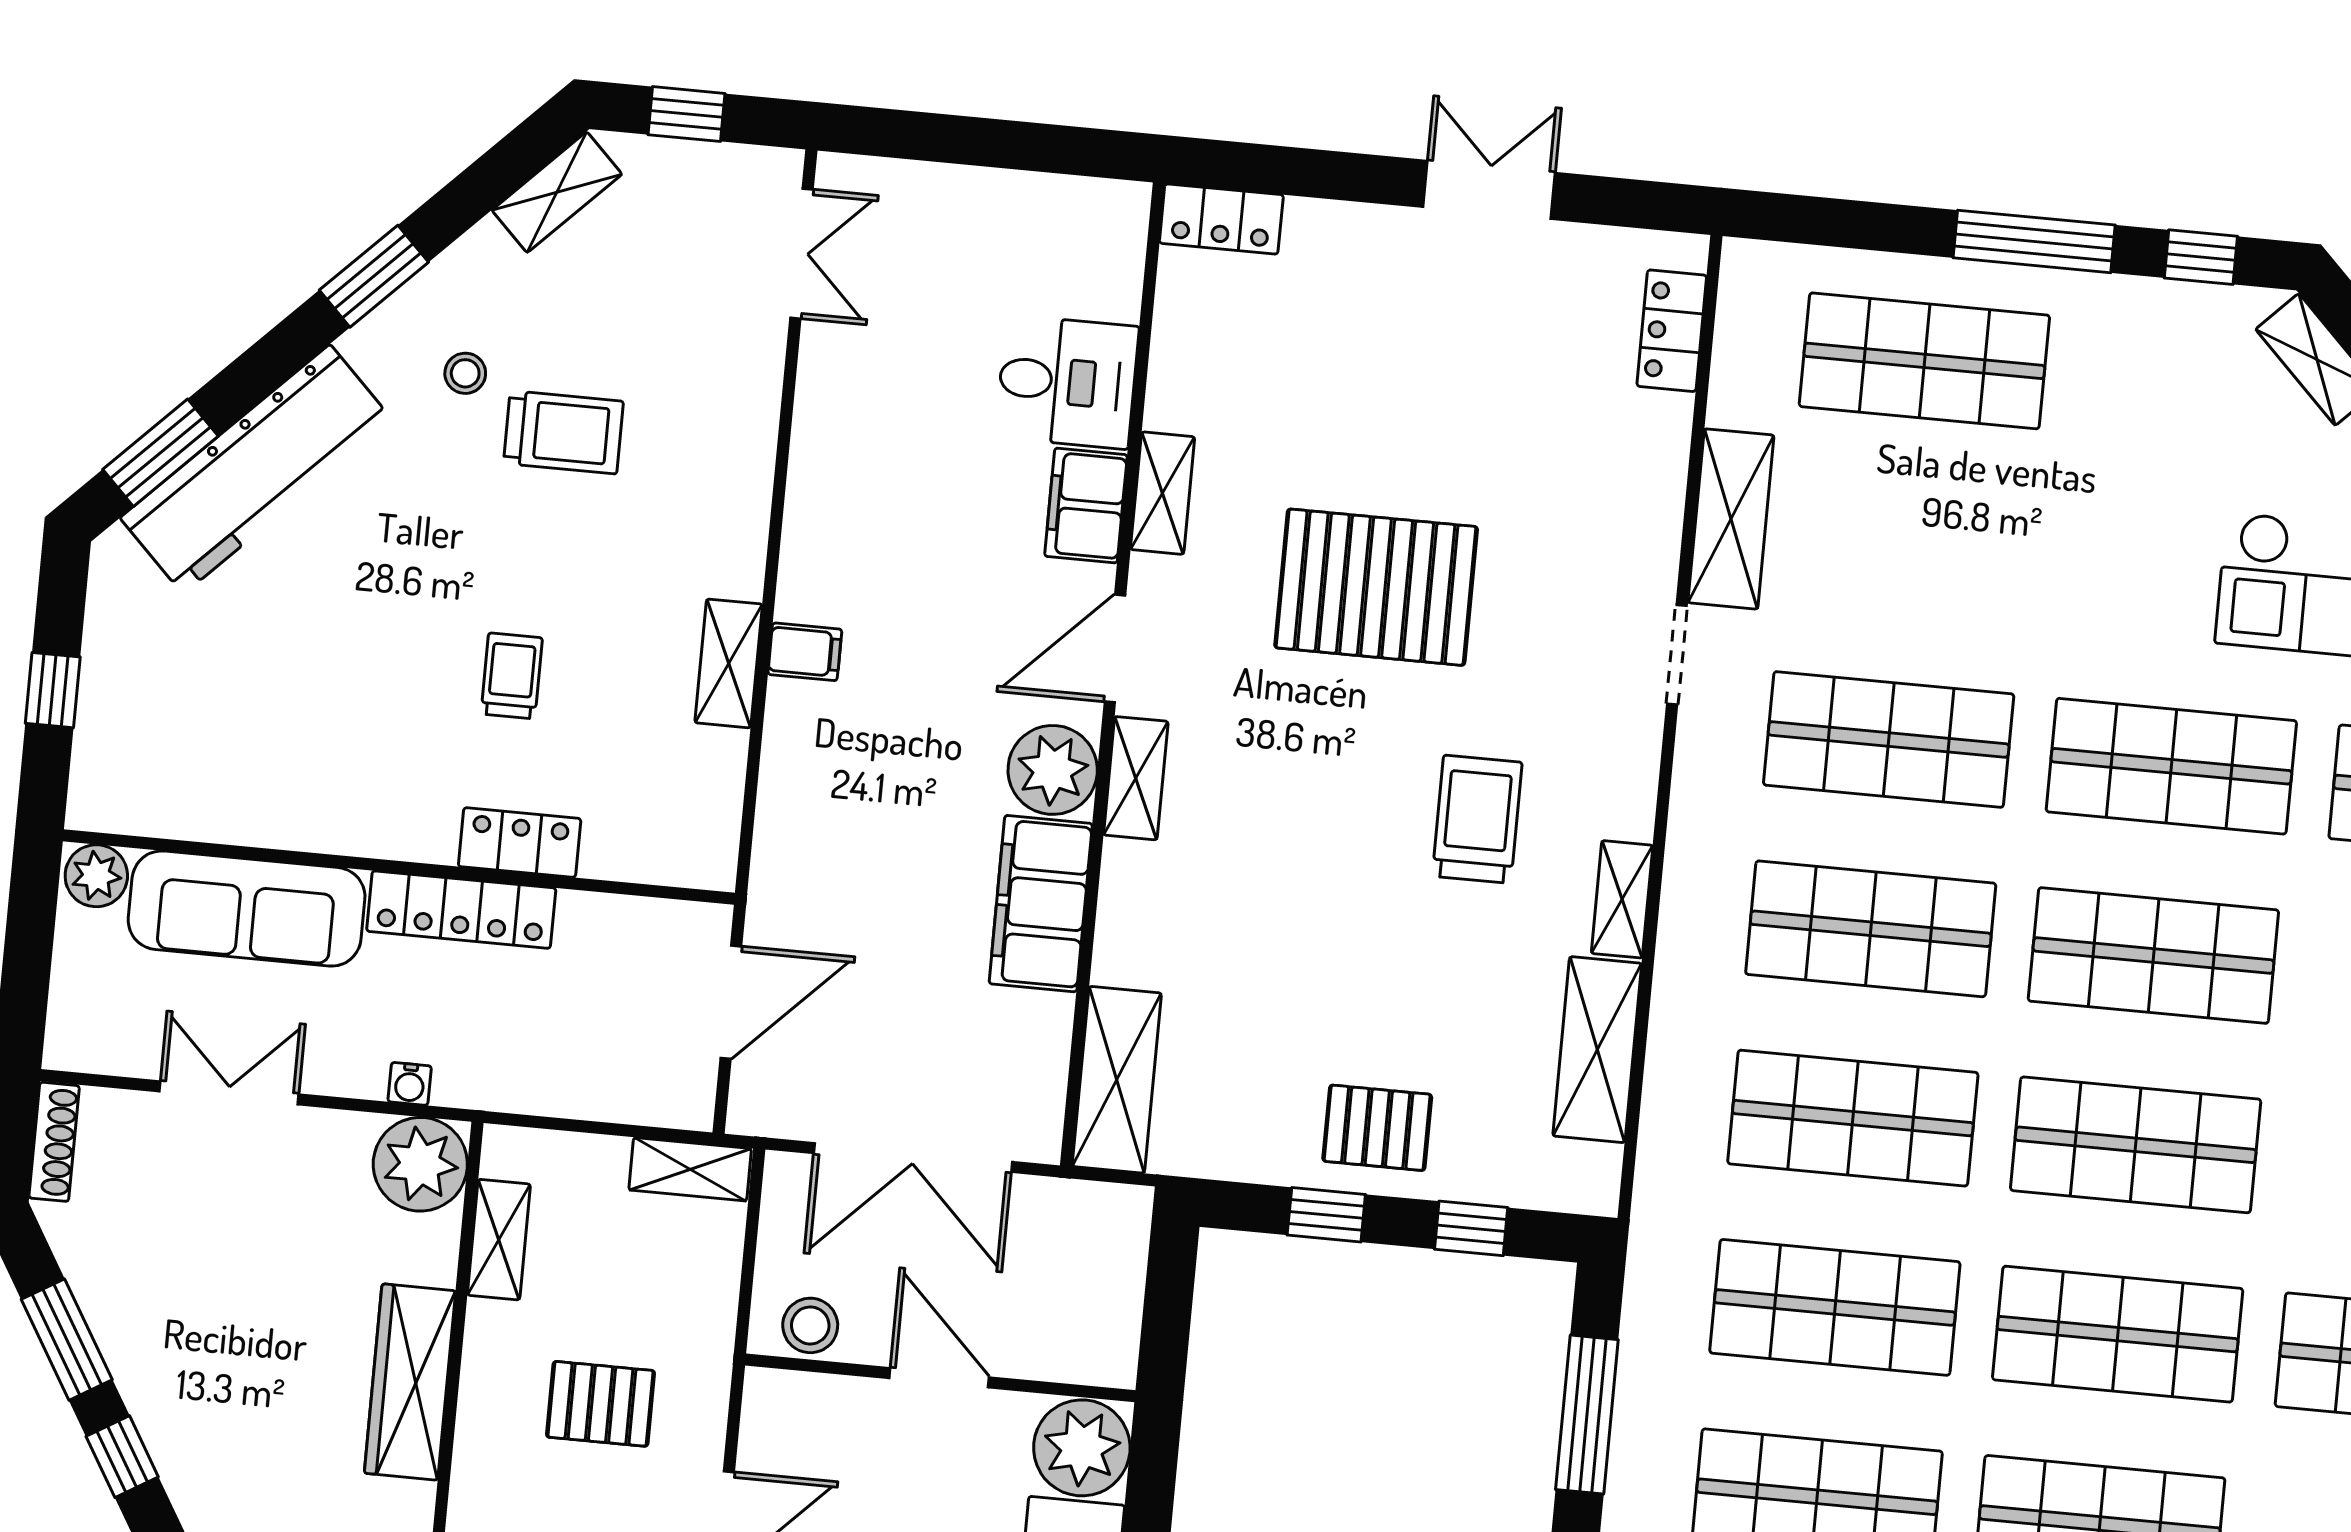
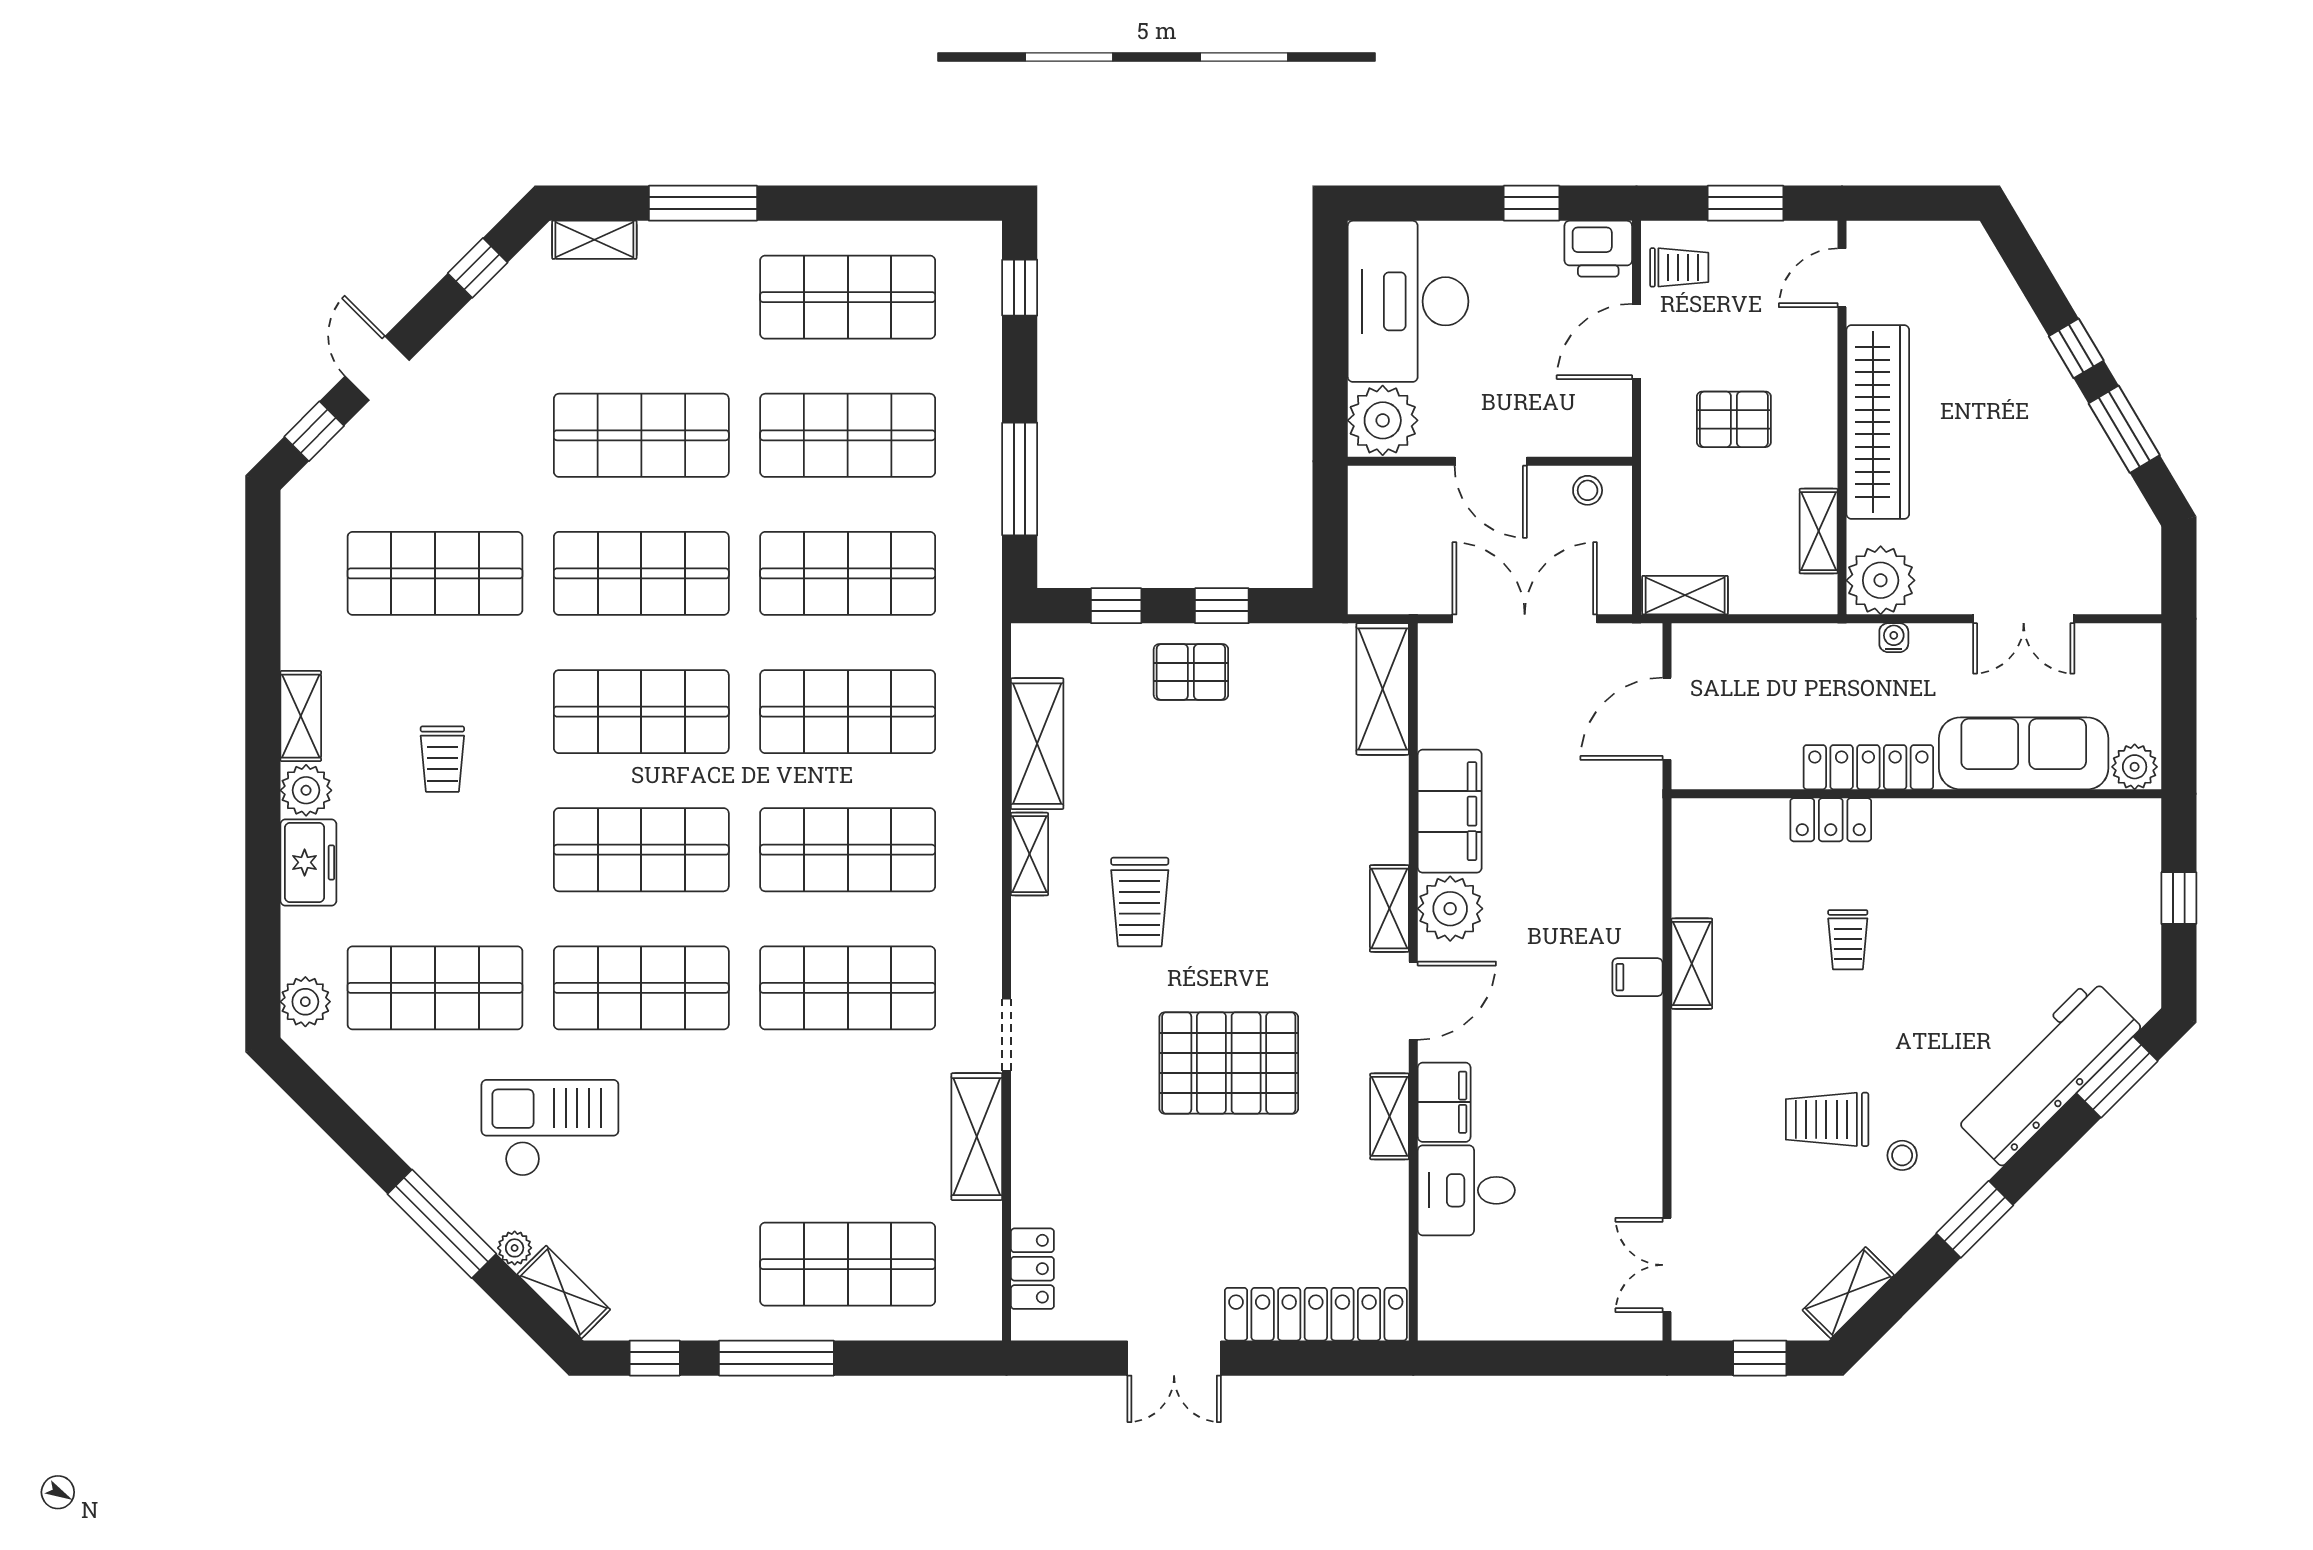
locker: (1221, 219) -> (1316, 1314), width x2.16, depth x1.21
shoe rack: (54, 1142) -> (2147, 571), removed
stool: (810, 1325) -> (1588, 490), width x0.73, depth x0.73
wardrobe: (410, 1382) -> (1878, 422), width x1.40, depth x1.17

